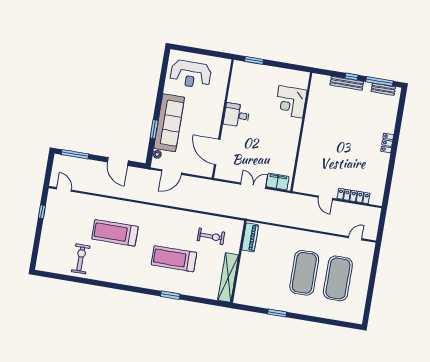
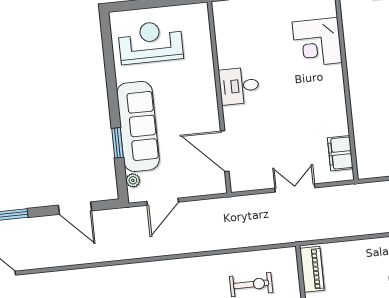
reception desk: (191, 74) -> (151, 42), turned 180
filing cabinet: (277, 182) -> (340, 153), moved, turned -90

